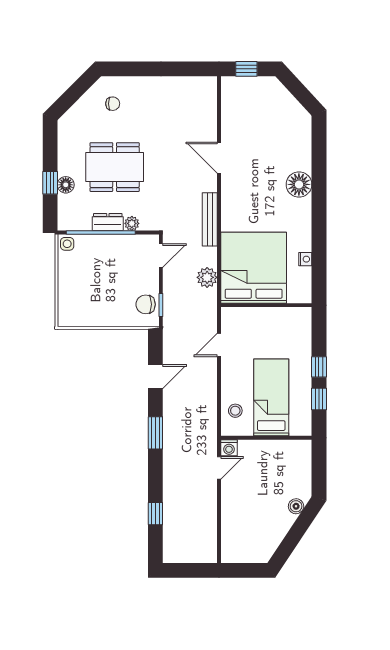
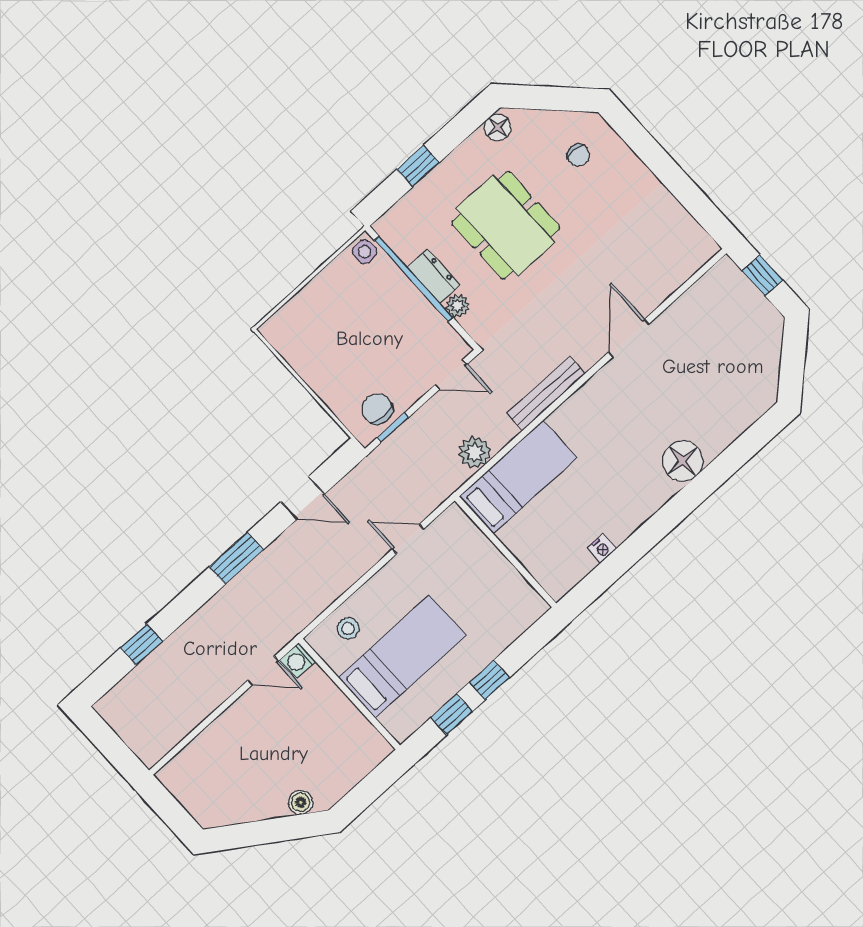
floor lamp: (66, 185) -> (498, 127), moved
bed: (254, 268) -> (518, 477), width x0.49

